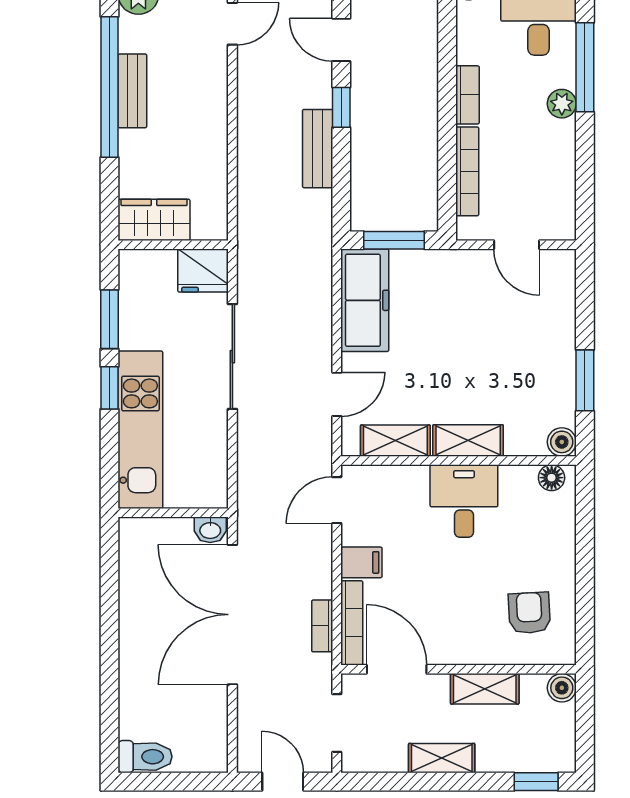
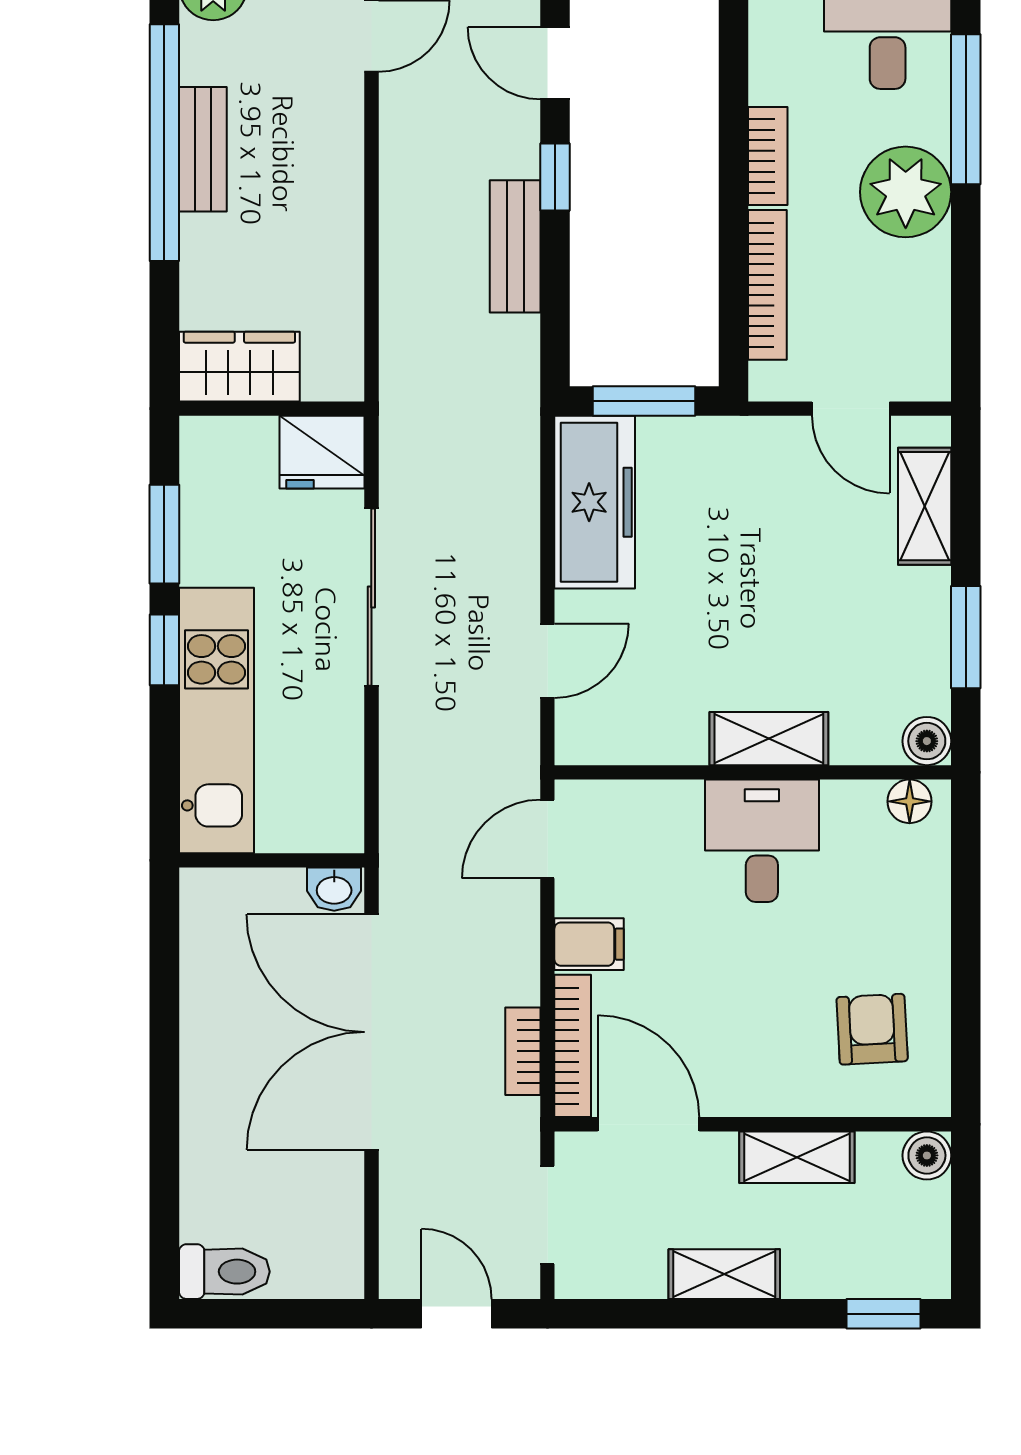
plant: (562, 104) -> (906, 192), width x1.87, depth x1.87
shelving: (395, 441) -> (925, 506), moved, turned 90

